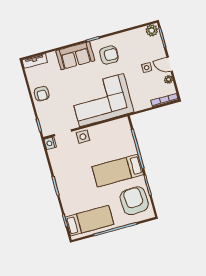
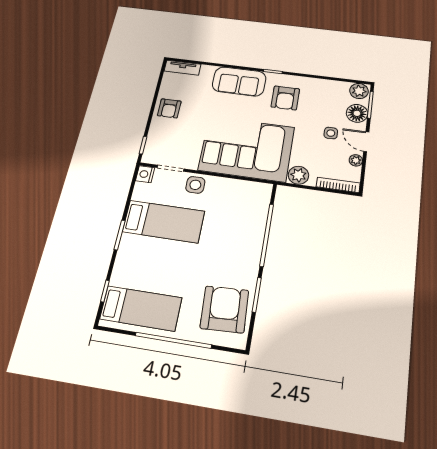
floor lamp: (157, 47) -> (357, 113), added
armchair: (109, 55) -> (285, 98), turned 90
plant: (139, 104) -> (298, 175), added
bed: (118, 171) -> (164, 221), moved, turned 180

